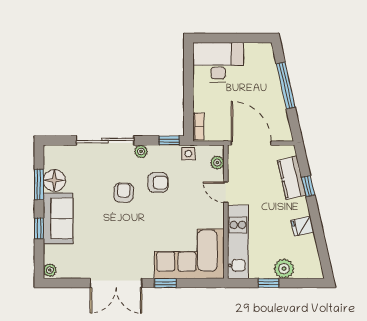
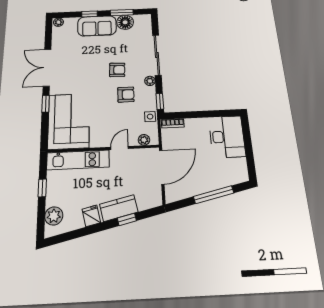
kitchen counter: (292, 178) -> (119, 208), moved
armchair: (158, 183) -> (126, 95), turned -90
plant: (284, 269) -> (54, 216), moved

